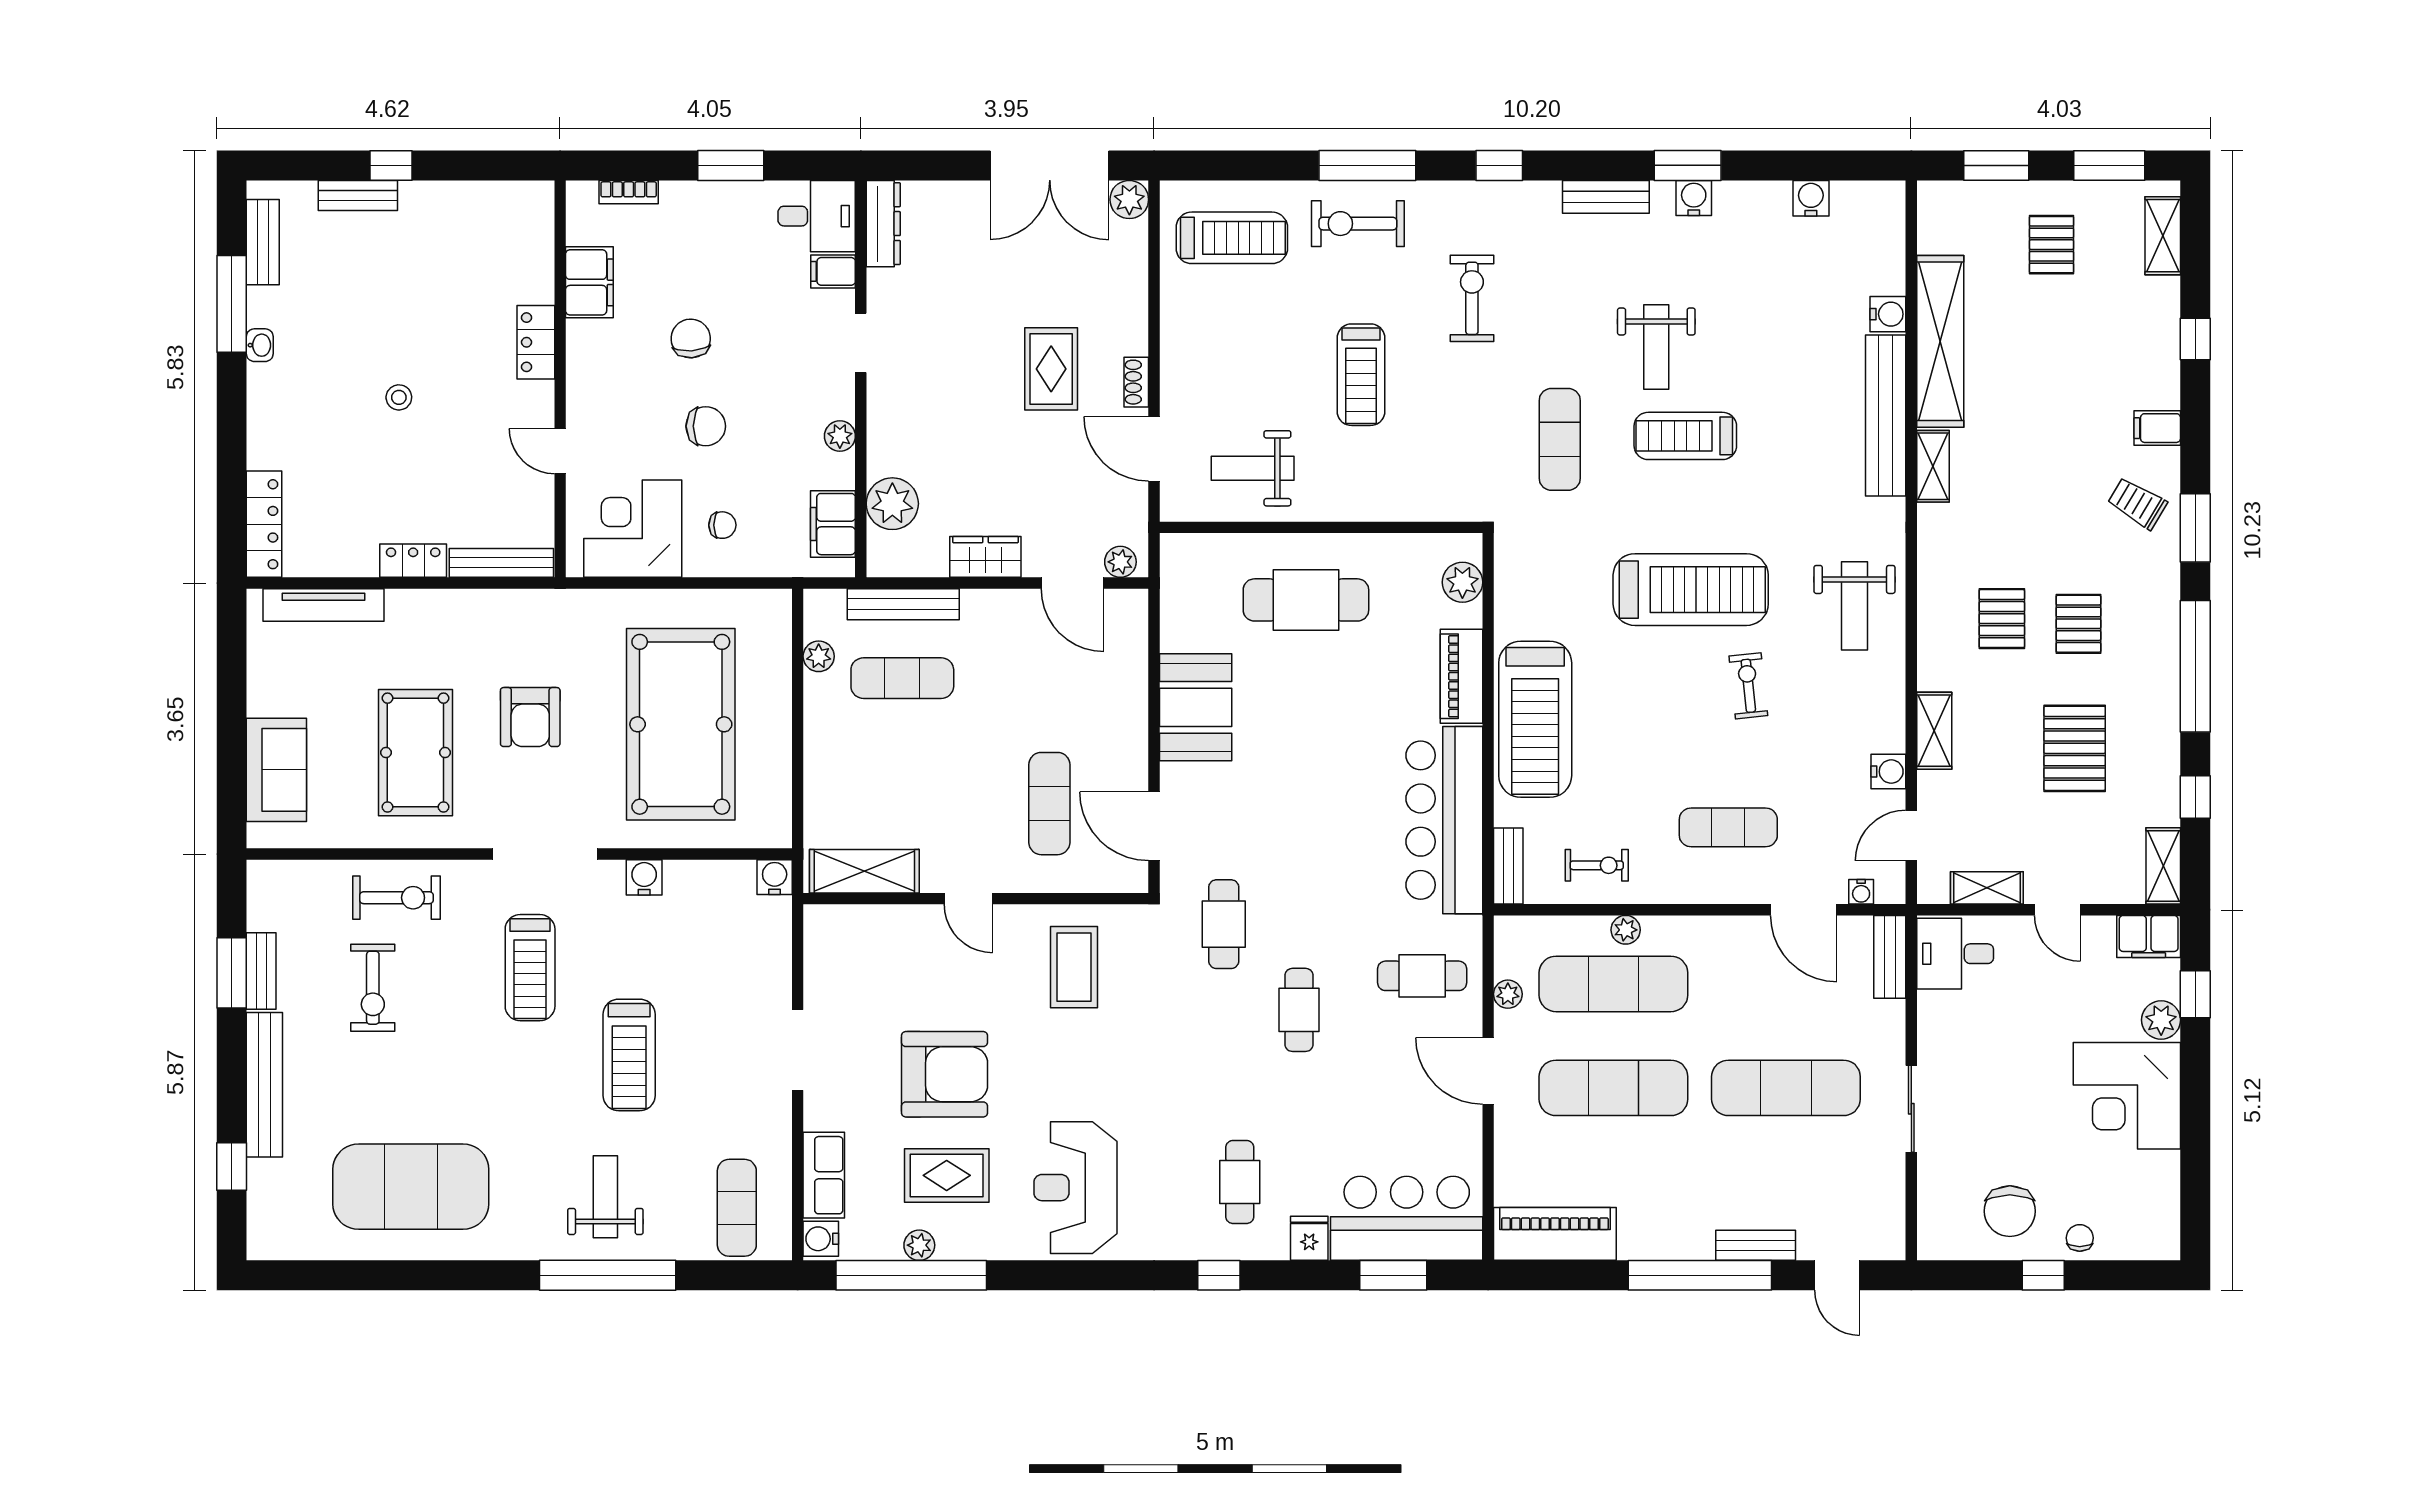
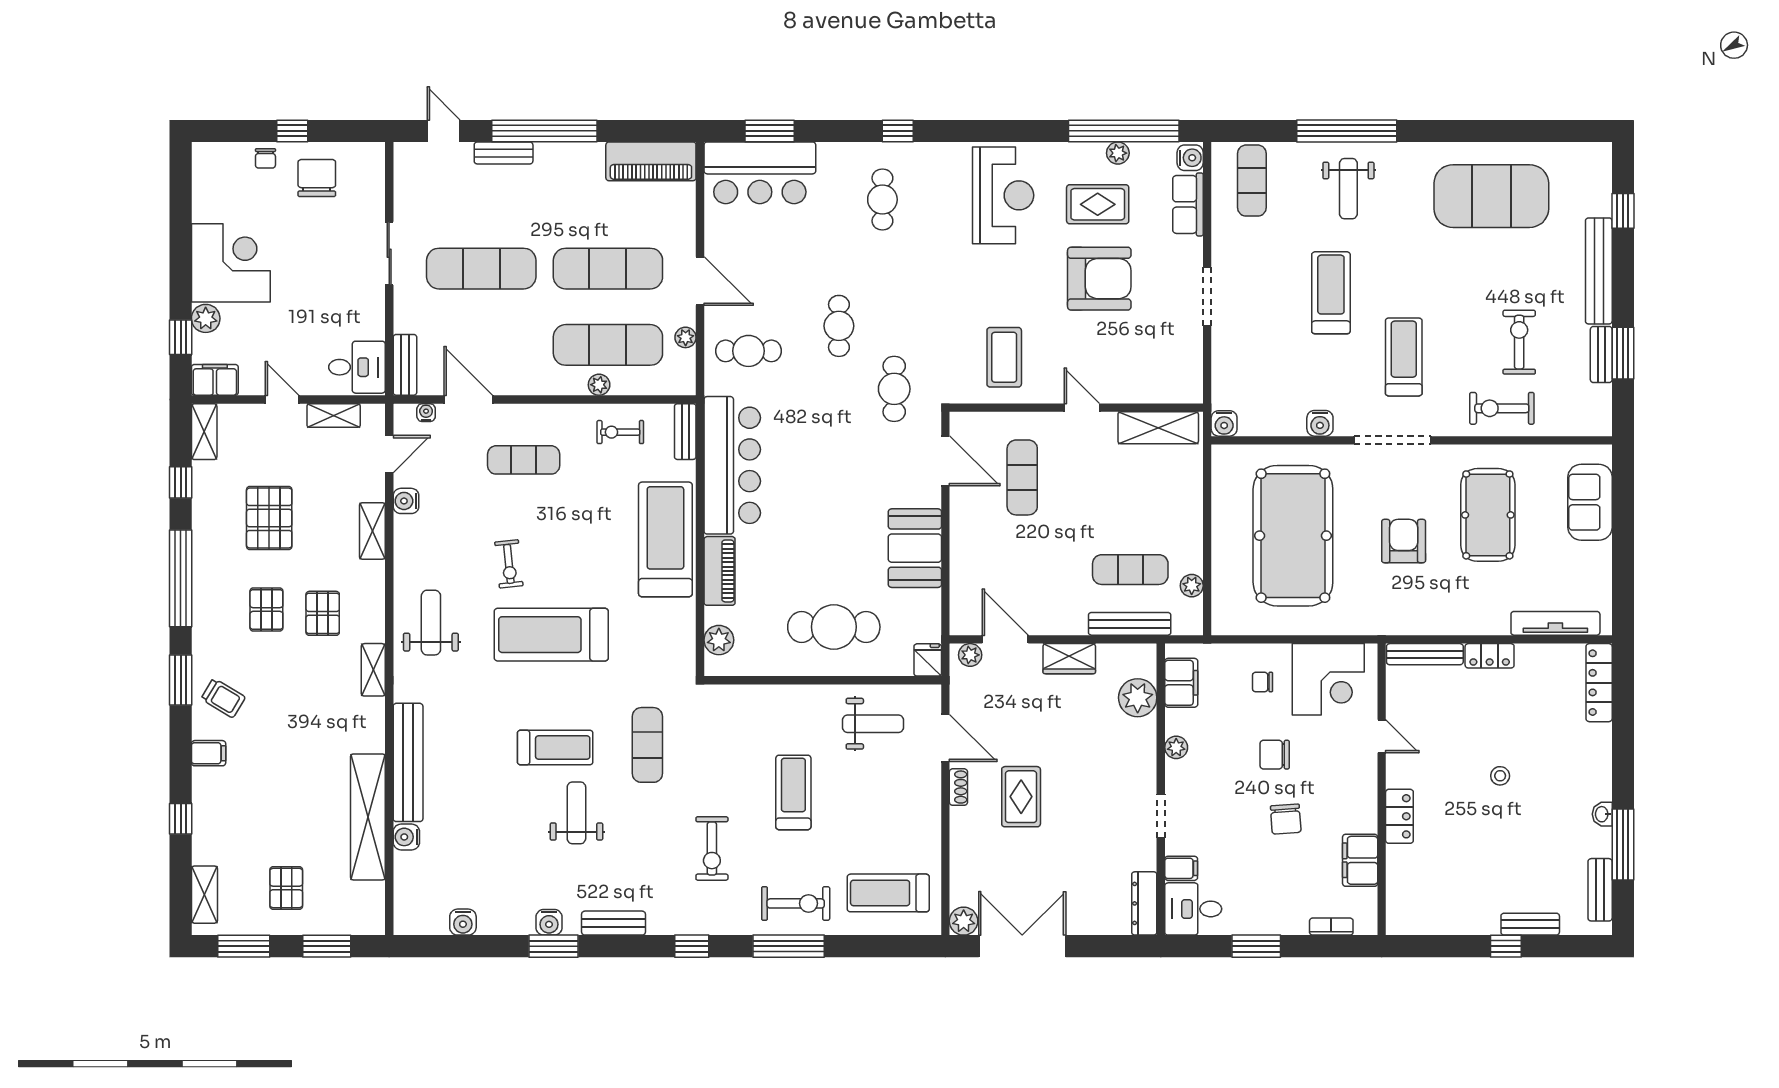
shelving: (1933, 466) -> (373, 670), moved
armchair: (945, 1074) -> (1099, 279), turned 180
fridge: (1309, 1238) -> (928, 660), moved, turned 180

